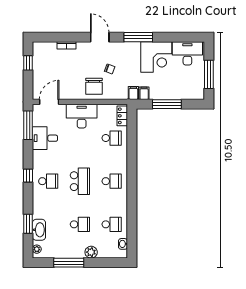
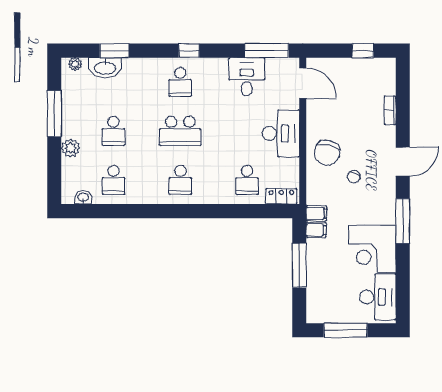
chair: (94, 86) -> (327, 153), turned -77

